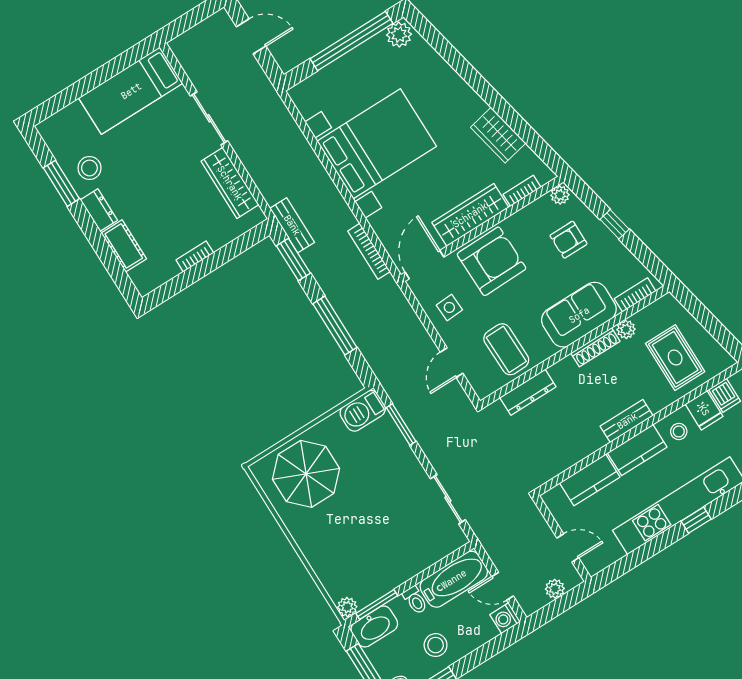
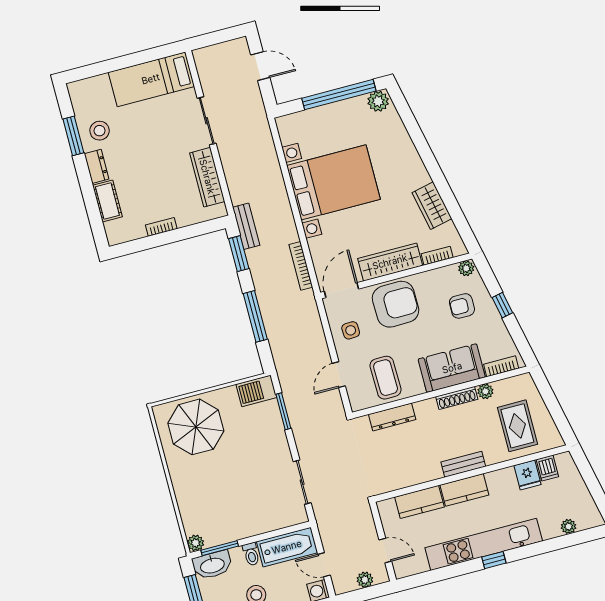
stool: (679, 431) -> (502, 485), removed

